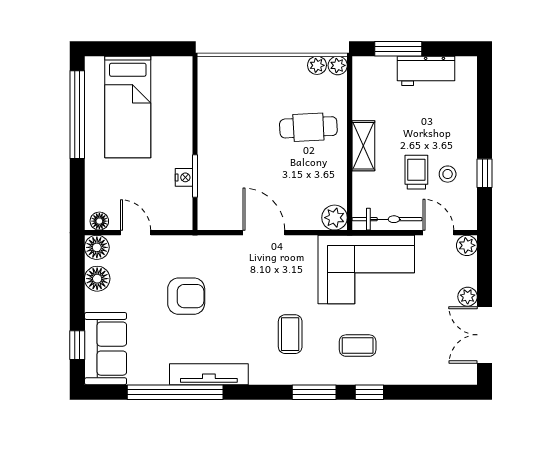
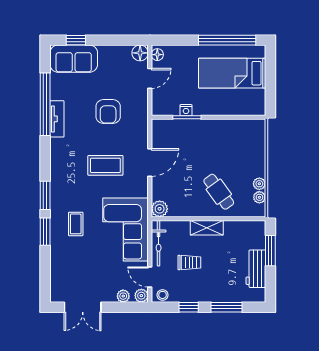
plant: (338, 65) -> (259, 184), moved
window: (485, 116) -> (226, 307), added
cafe table: (308, 127) -> (219, 192), turned -33
stool: (448, 174) -> (163, 295), moved
door: (438, 233) -> (150, 277), swing flipped
floor lamp: (97, 279) -> (120, 53), removed
plant: (468, 297) -> (123, 296), moved
coffee table: (290, 334) -> (105, 165), moved, width x1.36, depth x1.30
double door: (485, 335) -> (83, 307), swing flipped
tv unit: (209, 374) -> (57, 119), width x0.71
window: (369, 392) -> (45, 232), width x1.50

